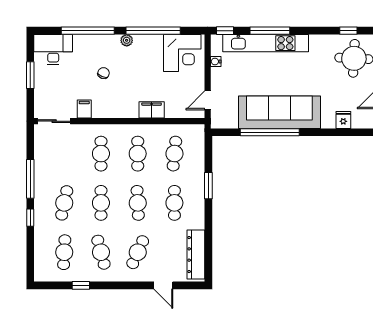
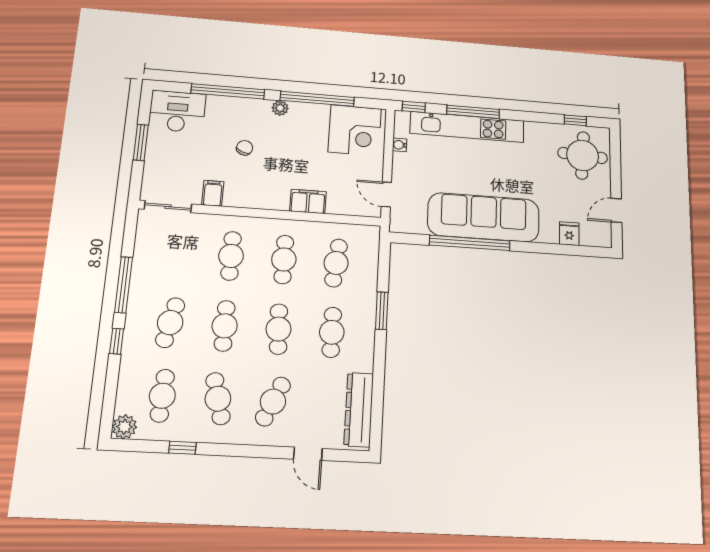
door: (208, 100) -> (386, 194), hinge flipped
plant: (42, 274) -> (124, 427), added

